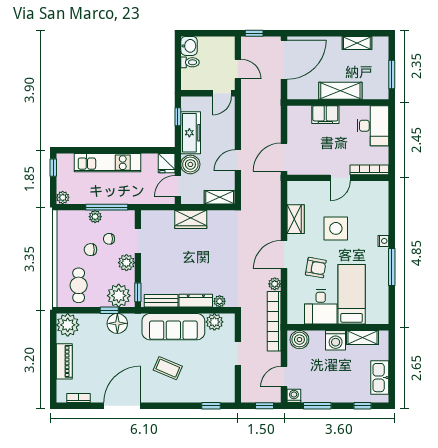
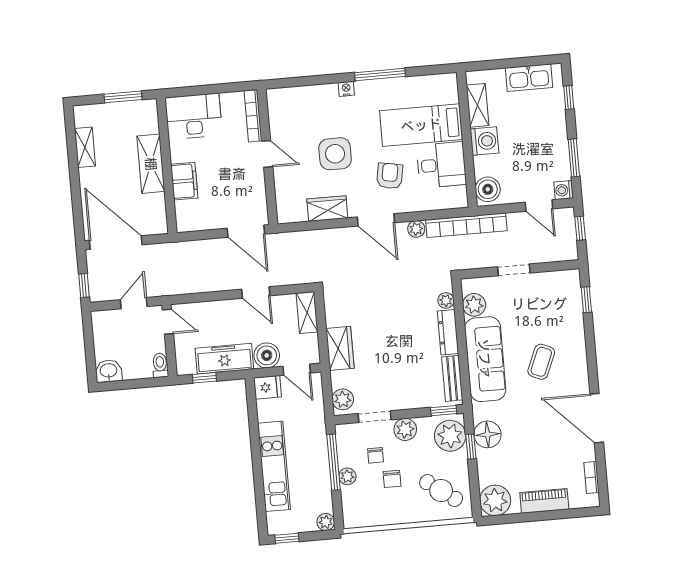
toilet: (190, 62) -> (160, 365), moved
plant: (153, 218) -> (343, 399), added
cafe table: (79, 285) -> (441, 491), turned 36

